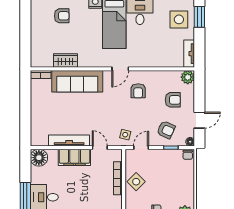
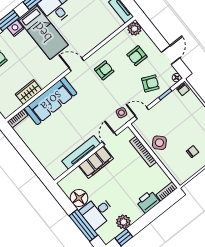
door: (120, 69) -> (76, 64), swing flipped
armchair: (138, 91) -> (104, 70), turned -90
armchair: (173, 100) -> (137, 56), turned 180
door: (100, 148) -> (110, 139), hinge flipped
door: (141, 148) -> (142, 113), hinge flipped
floor lamp: (39, 158) -> (79, 198), moved

